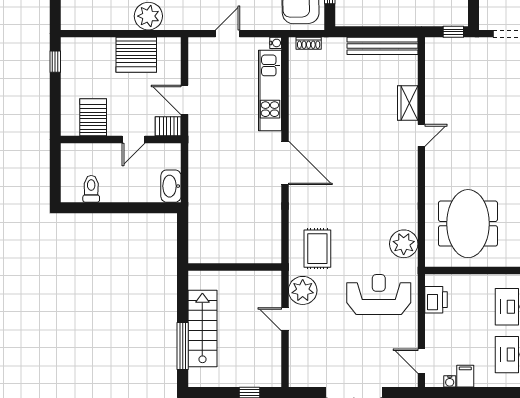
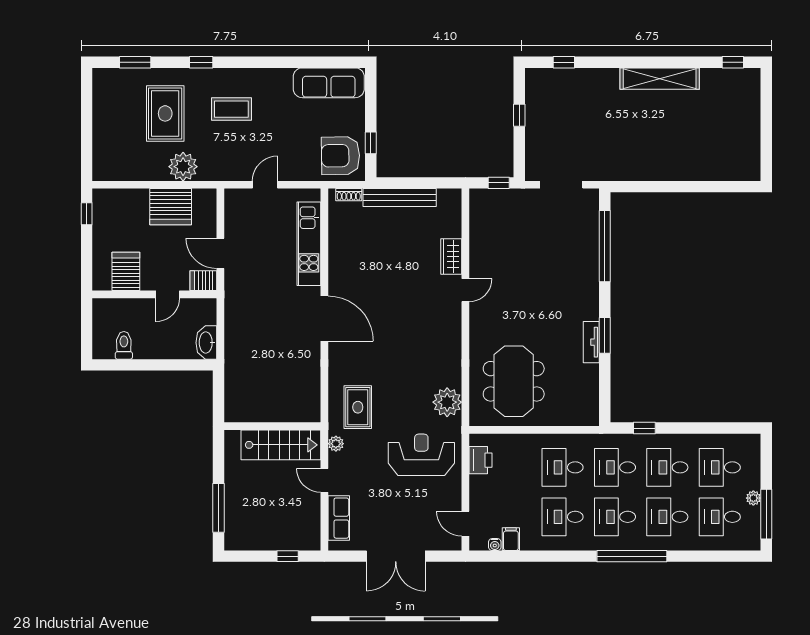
water cooler: (276, 43) -> (315, 194), removed
bench: (383, 46) -> (400, 198), moved
plant: (303, 290) -> (336, 444), width x0.53, depth x0.53
stairs: (202, 329) -> (281, 445), moved, turned 90
row of seats: (299, 356) -> (339, 518), added

